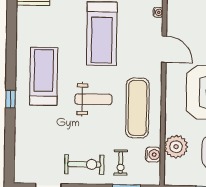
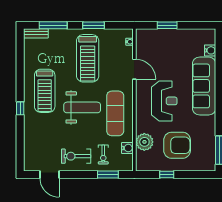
treadmill: (44, 76) -> (45, 91), turned 180
weight bench: (93, 99) -> (82, 107), width x1.36, depth x1.33
exercise bike: (84, 164) -> (76, 156), turned 180

